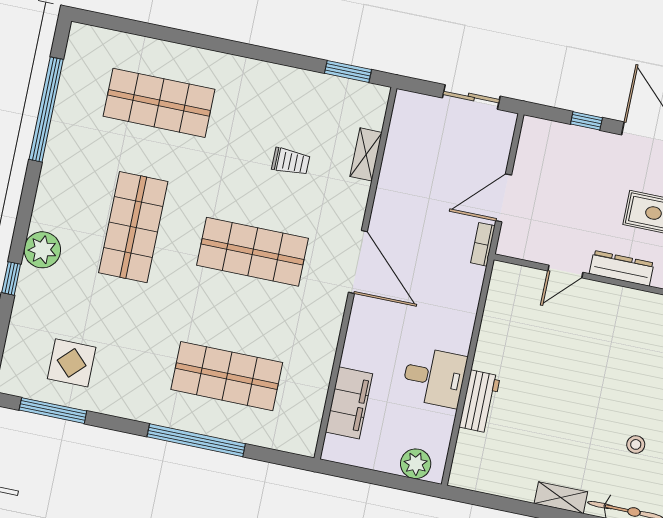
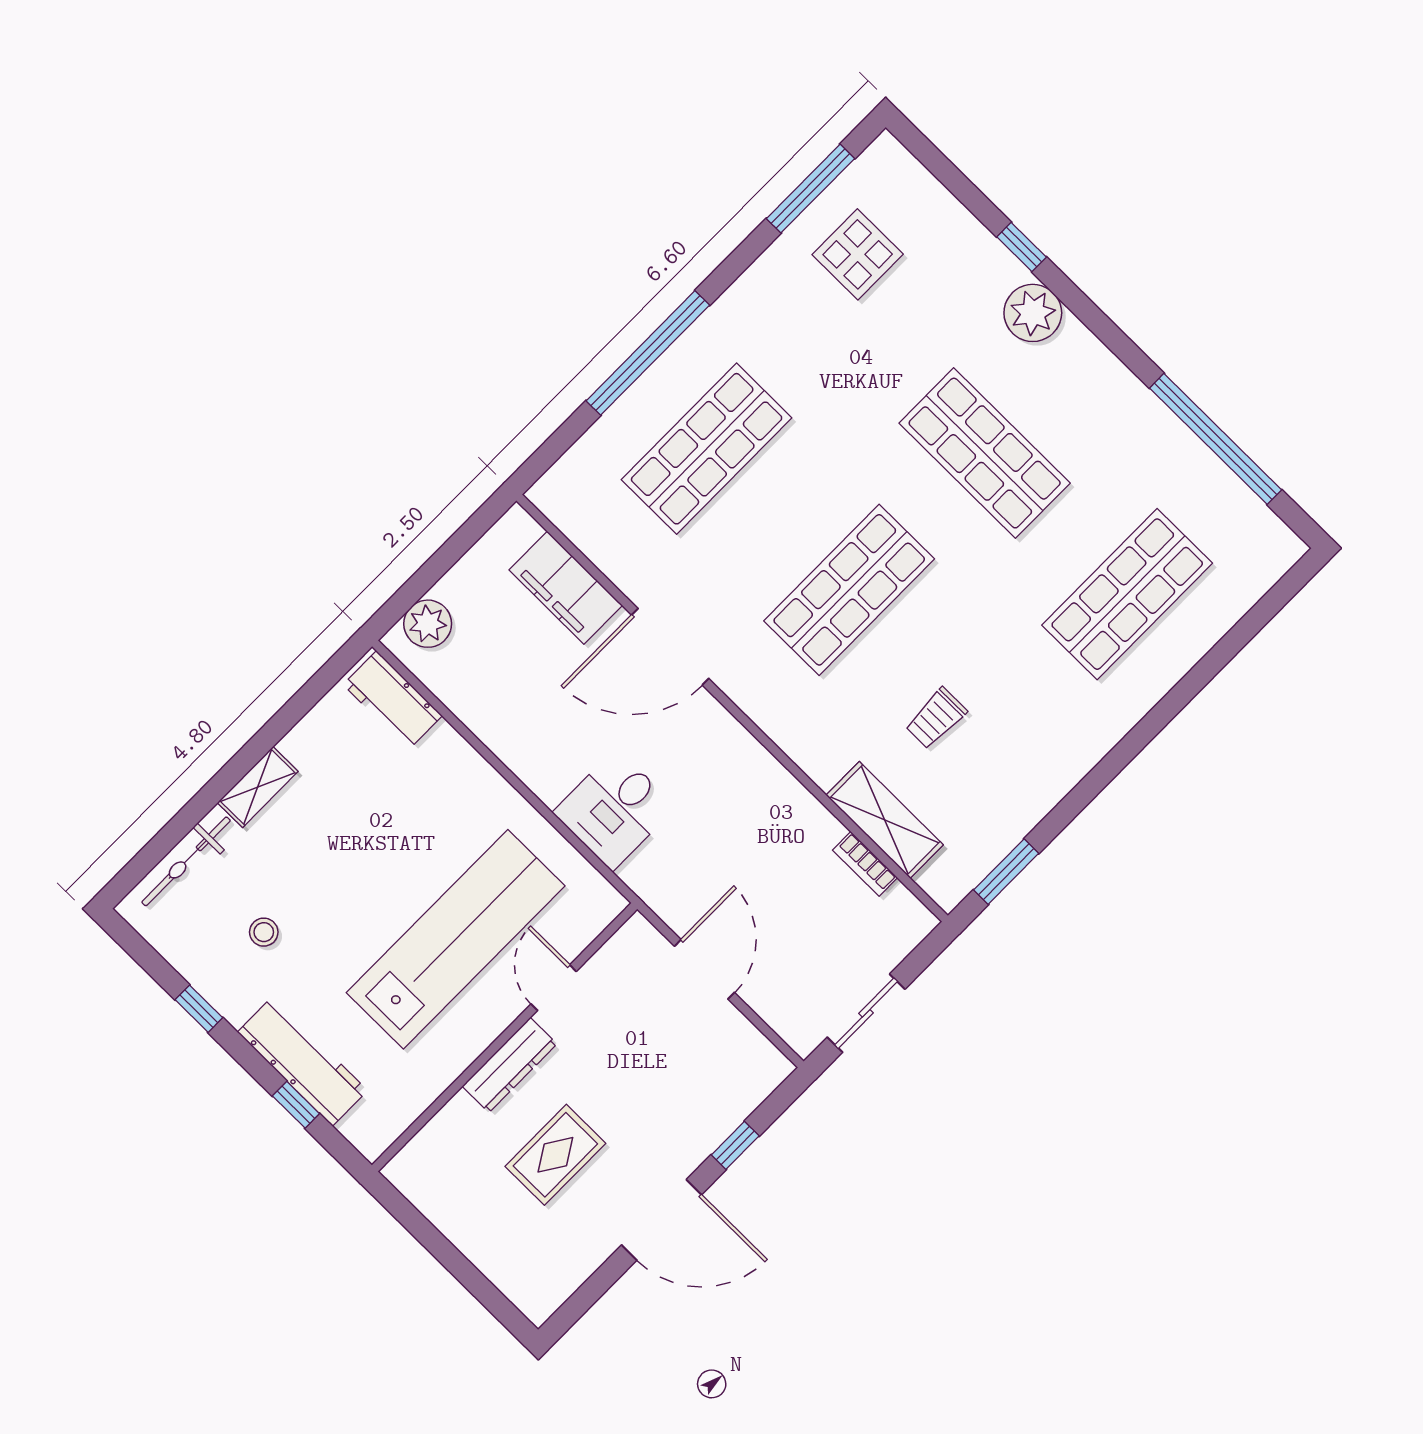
shelving: (366, 154) -> (885, 820), width x1.50, depth x1.33
bookcase: (483, 244) -> (865, 864), moved, turned 180
door: (358, 262) -> (670, 647), moved
lab bench: (573, 340) -> (456, 939), added
desk: (434, 377) -> (614, 810), moved
workbench: (480, 401) -> (393, 700), moved

